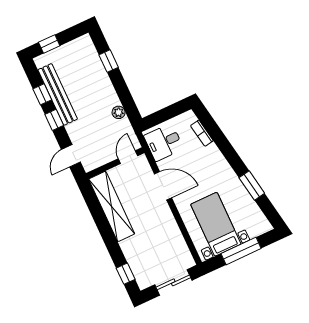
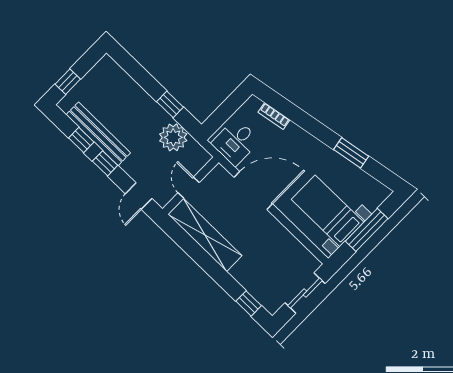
window: (109, 61) -> (170, 104), moved
plant: (119, 112) -> (173, 137), width x1.88, depth x1.88
door: (128, 157) -> (189, 188), moved
door: (163, 186) -> (253, 191), width x1.36

